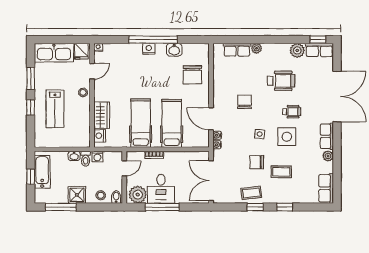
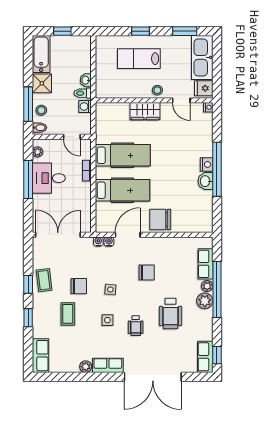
window: (260, 40) -> (217, 289), added
washbasin: (174, 50) -> (205, 181), moved
plant: (297, 50) -> (205, 301), moved
chair: (192, 75) -> (160, 220), moved
window: (31, 78) -> (185, 31), moved
wardrobe: (102, 115) -> (145, 111), moved
nightstand: (100, 136) -> (108, 109), removed
side table: (287, 137) -> (107, 320), width x0.54, depth x0.54
chair: (257, 162) -> (79, 286), turned 90
bathtub: (42, 172) -> (41, 54), moved, turned -90
row of seats: (326, 188) -> (40, 356), moved, turned 90
plant: (138, 195) -> (38, 152), width x0.53, depth x0.53
window: (61, 207) -> (28, 104), moved

